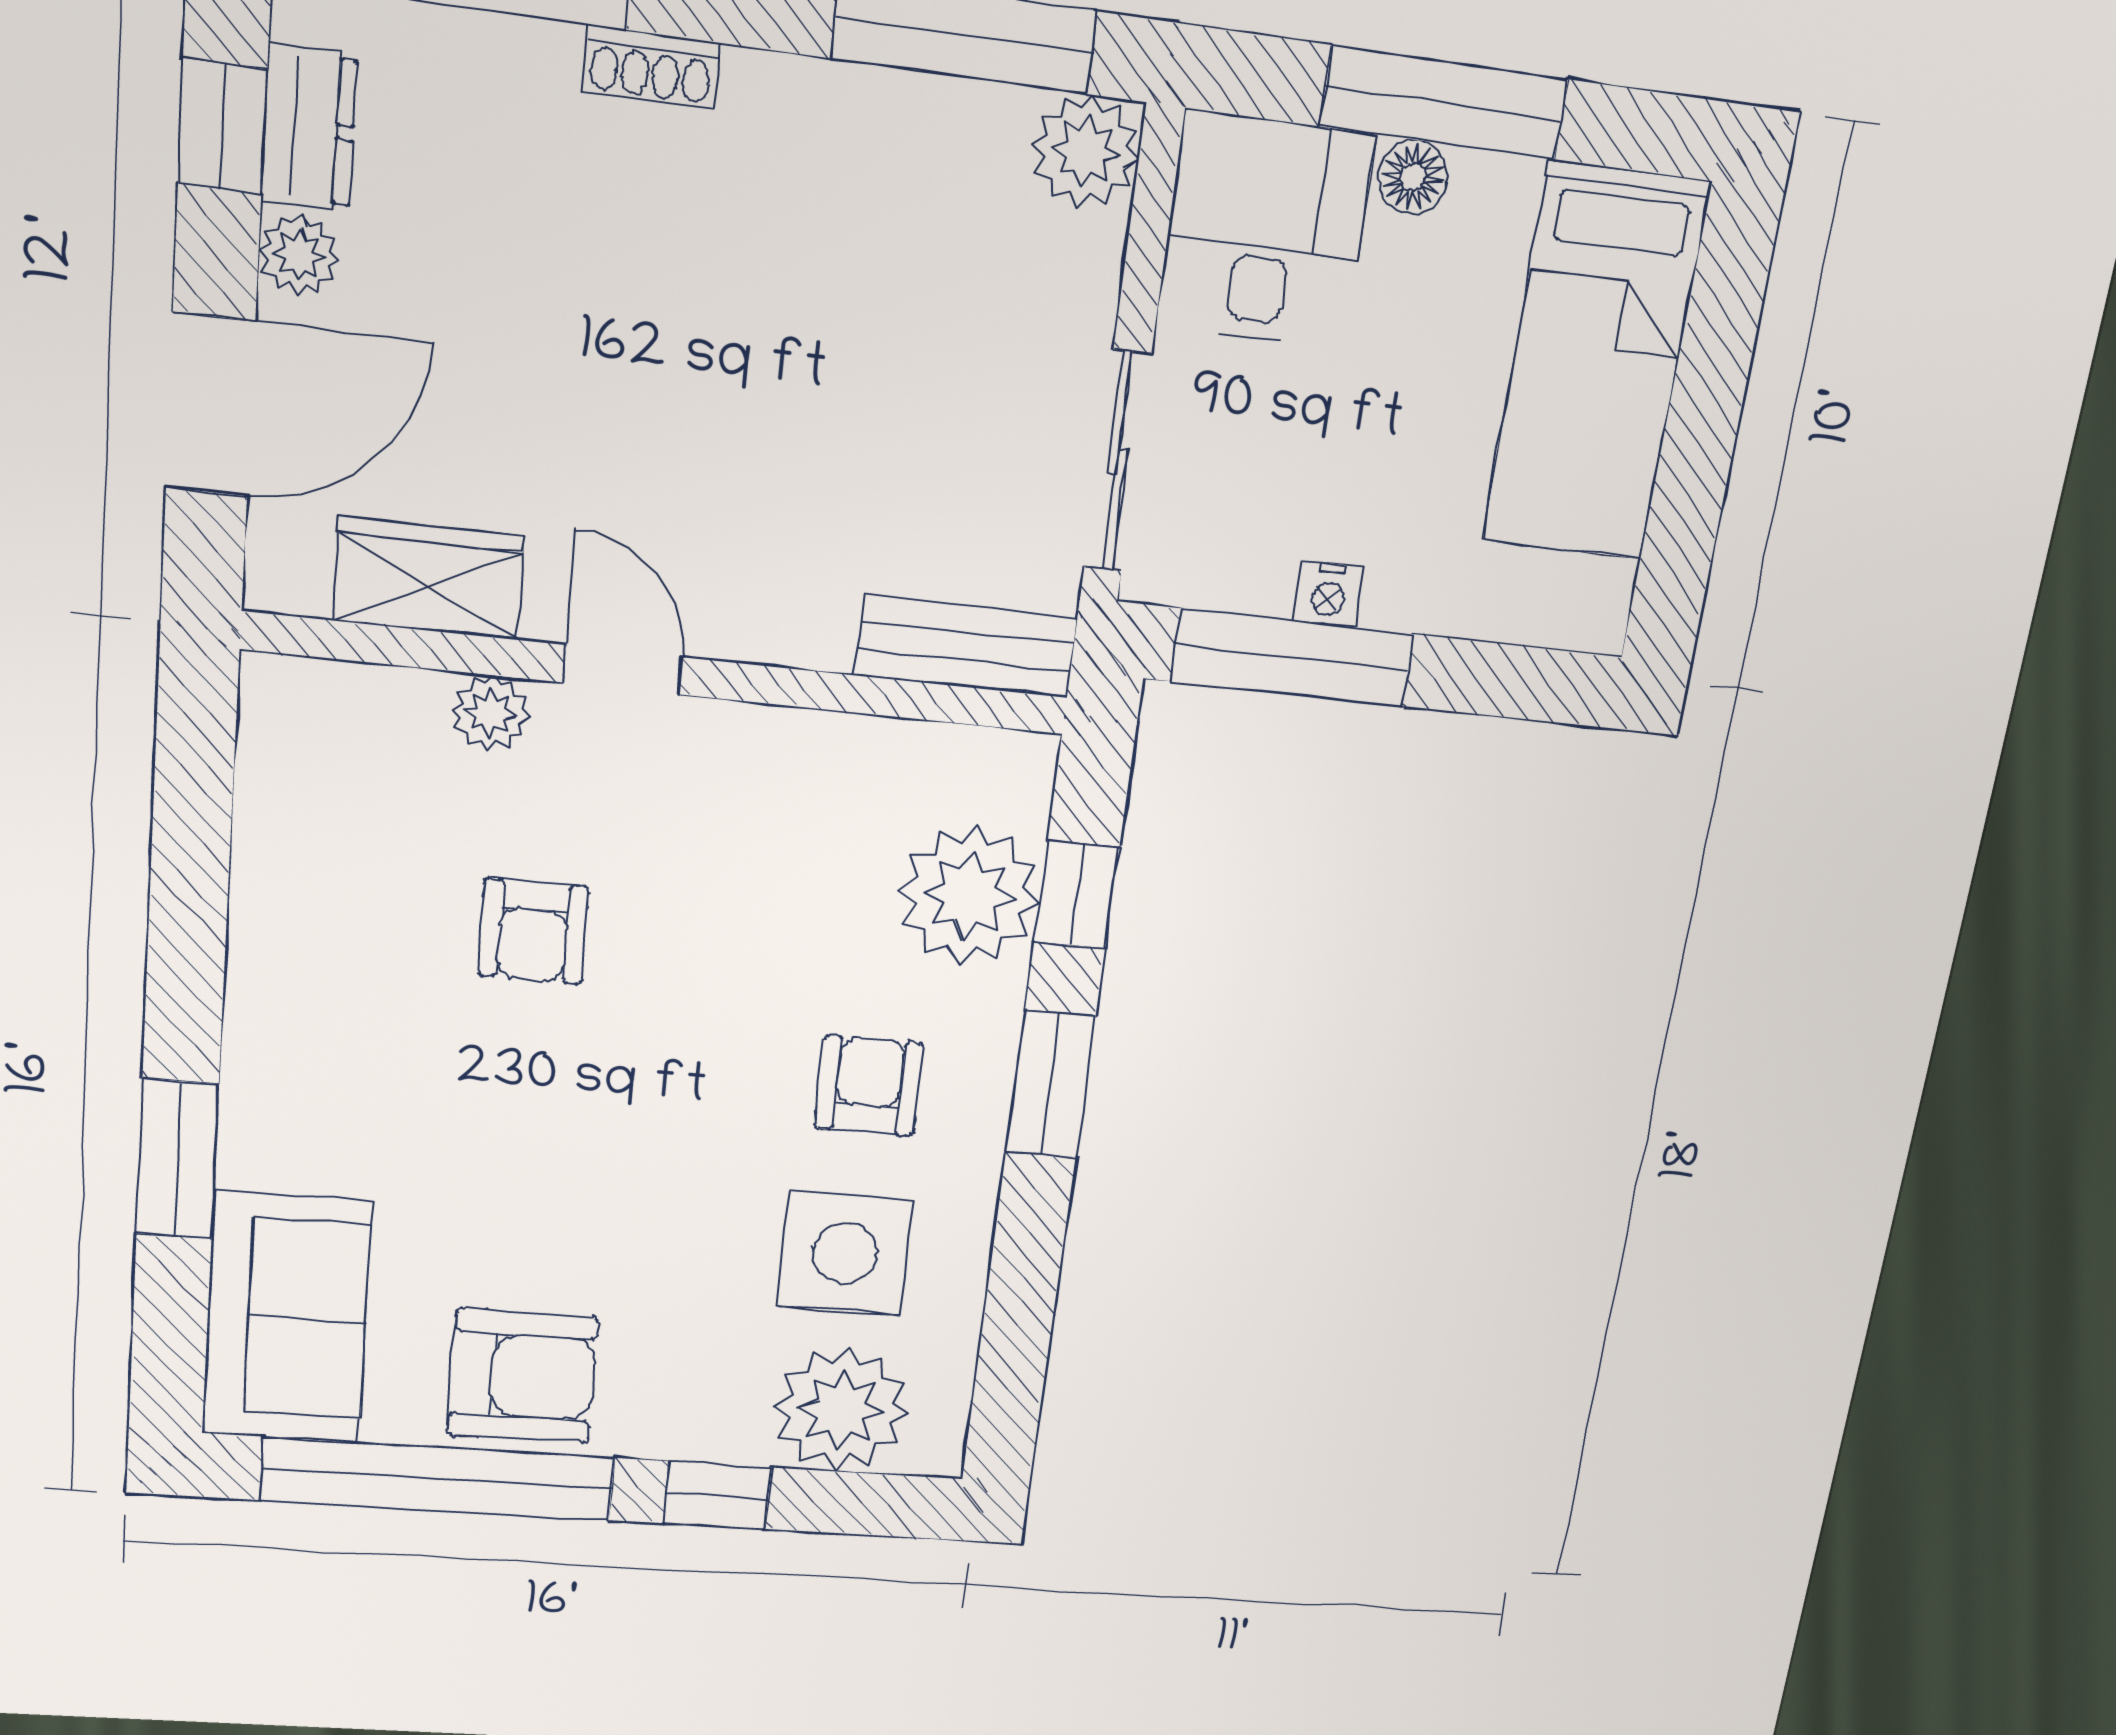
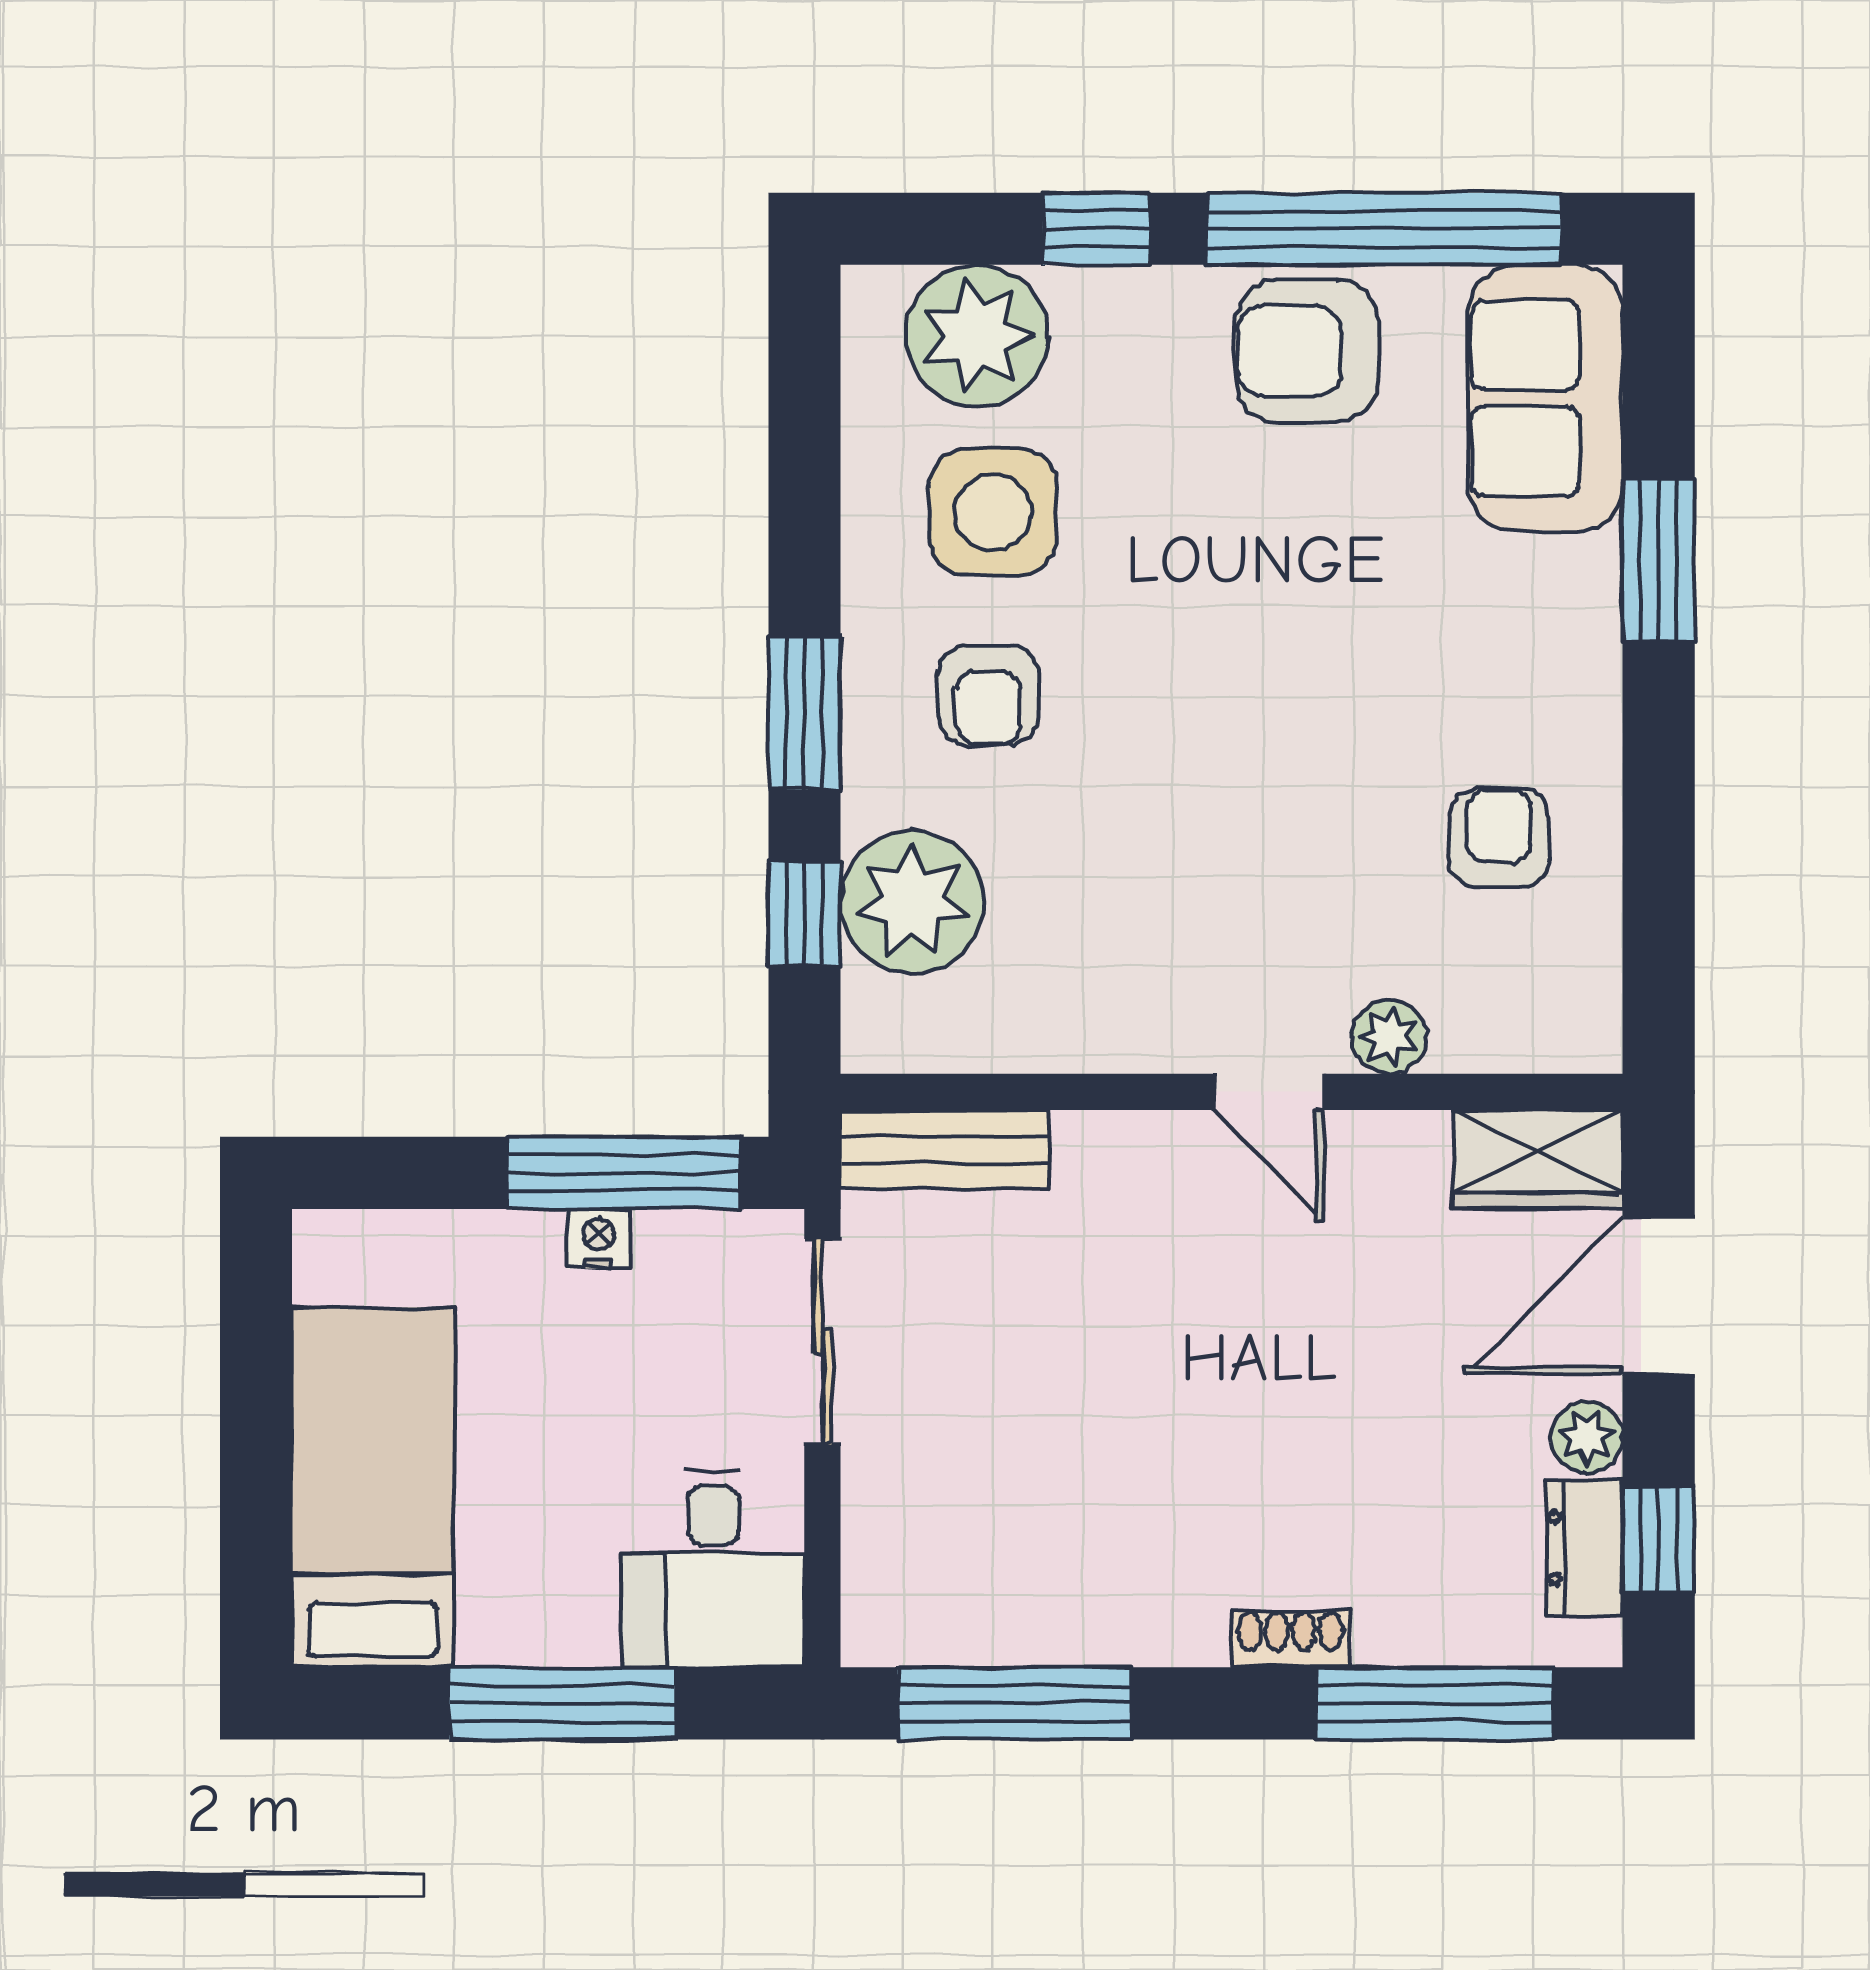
plant: (1086, 152) -> (891, 1617), removed
floor lamp: (1413, 177) -> (581, 1634), removed
wardrobe: (428, 578) -> (1538, 1159), moved
armchair: (533, 931) -> (1499, 838), moved

